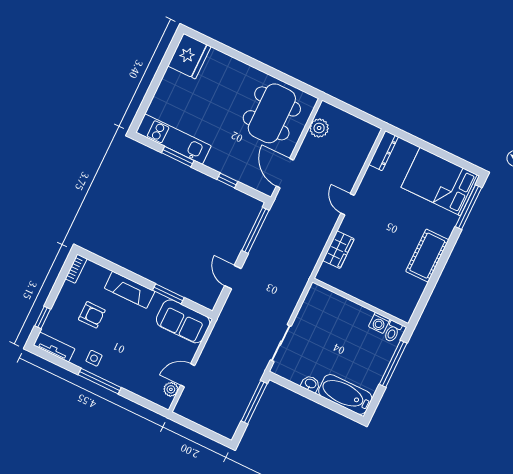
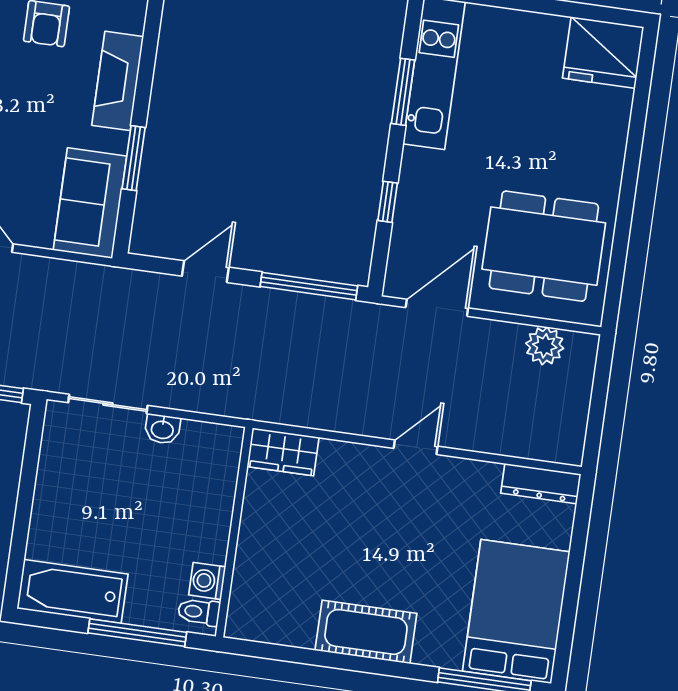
wardrobe: (338, 250) -> (283, 452), moved
washbasin: (310, 384) -> (162, 429), moved, turned 90
bathtub: (345, 394) -> (73, 591), moved, turned -90

